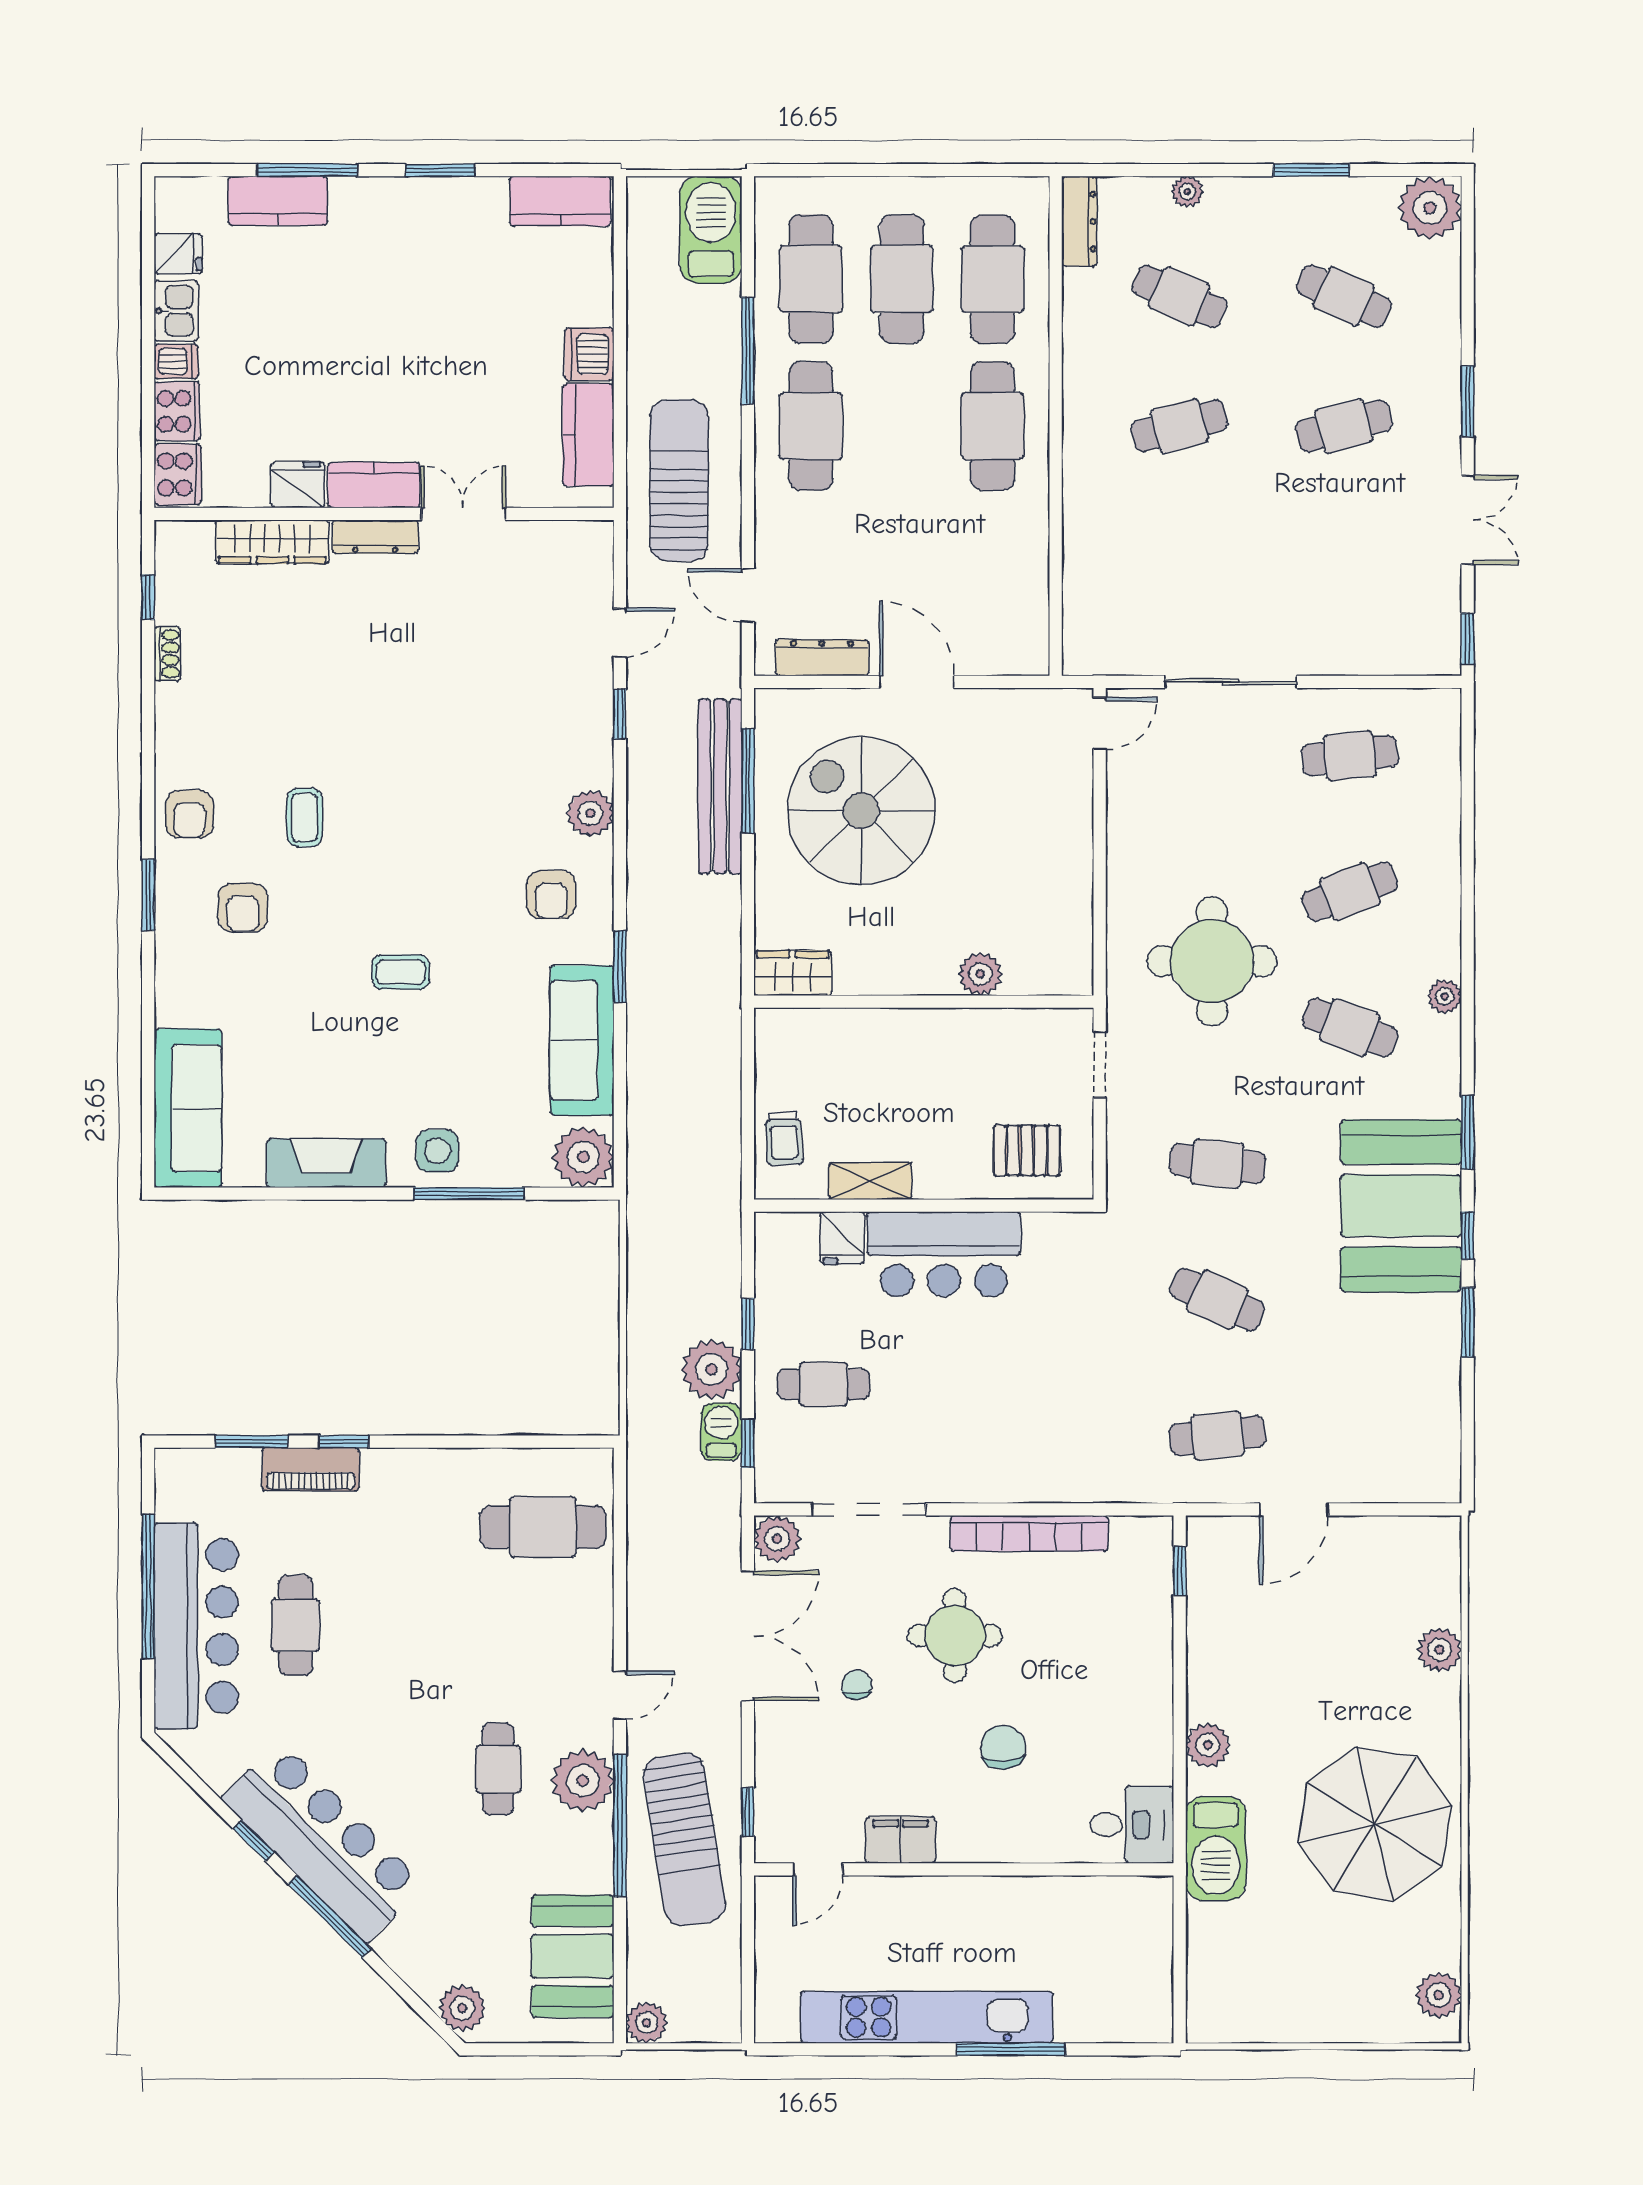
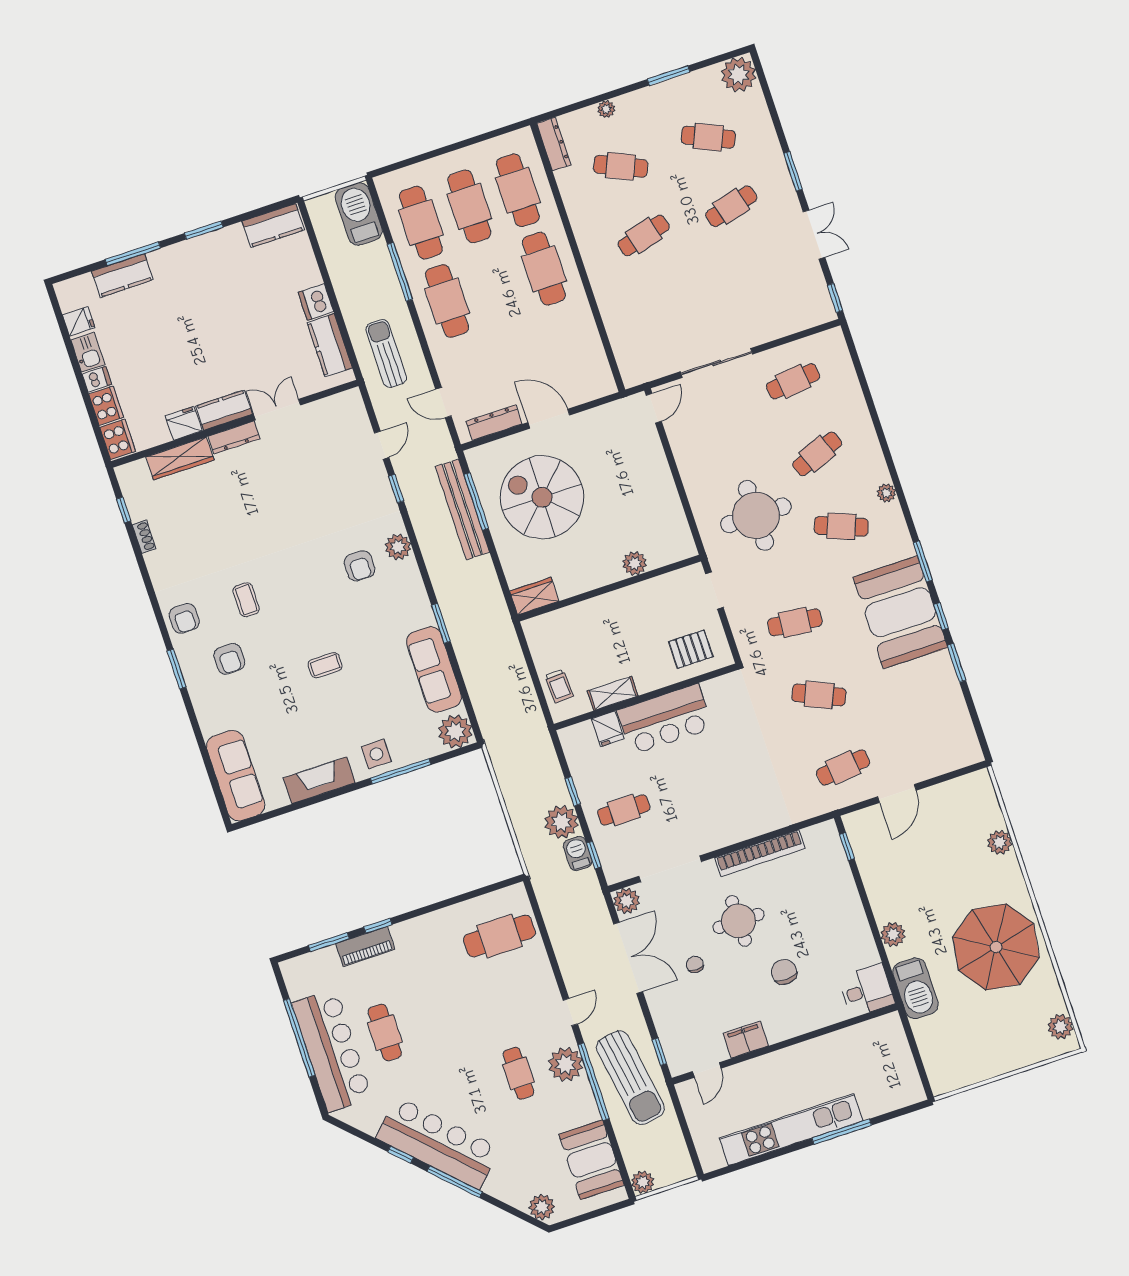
sun lounger: (679, 480) -> (386, 353), width x0.73, depth x0.75
armchair: (551, 895) -> (360, 566), moved

